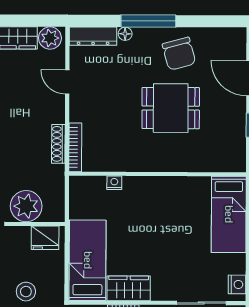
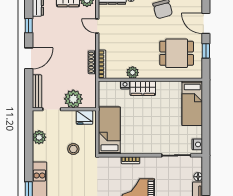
dining table: (171, 108) -> (177, 53), moved
plant: (127, 162) -> (133, 73), added
wardrobe: (129, 288) -> (143, 88), moved, turned 180

